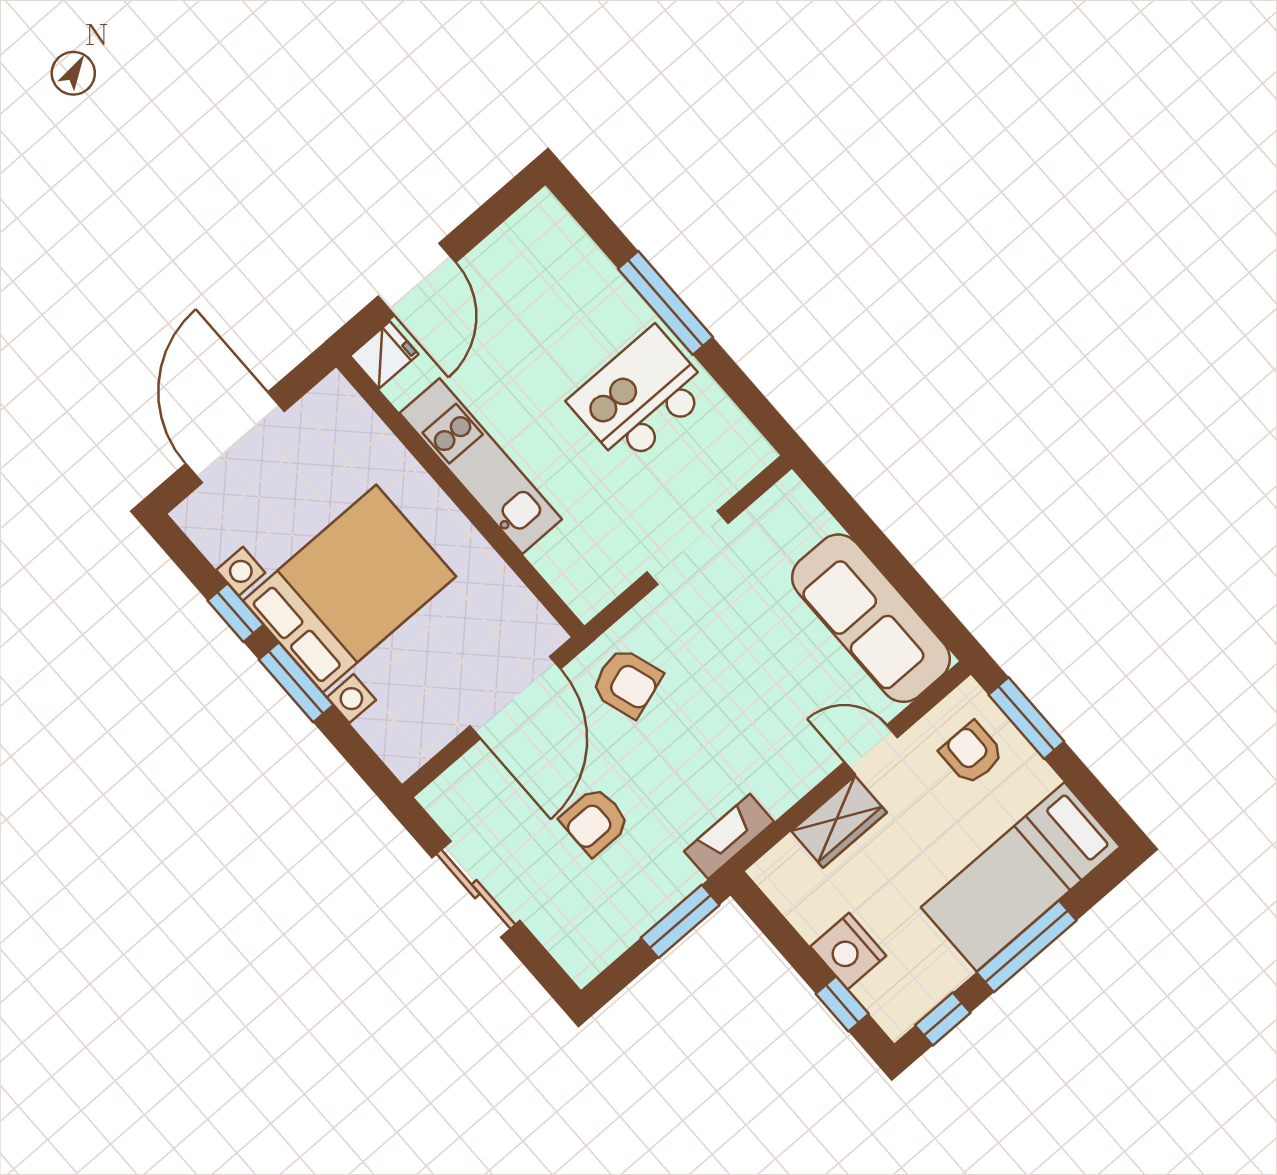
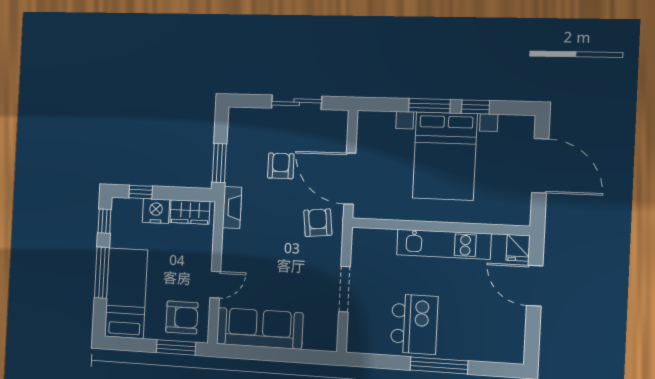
armchair: (627, 683) -> (318, 223), turned 102
armchair: (972, 753) -> (182, 317), width x1.38, depth x1.38
wardrobe: (839, 822) -> (190, 212), moved, turned -90

